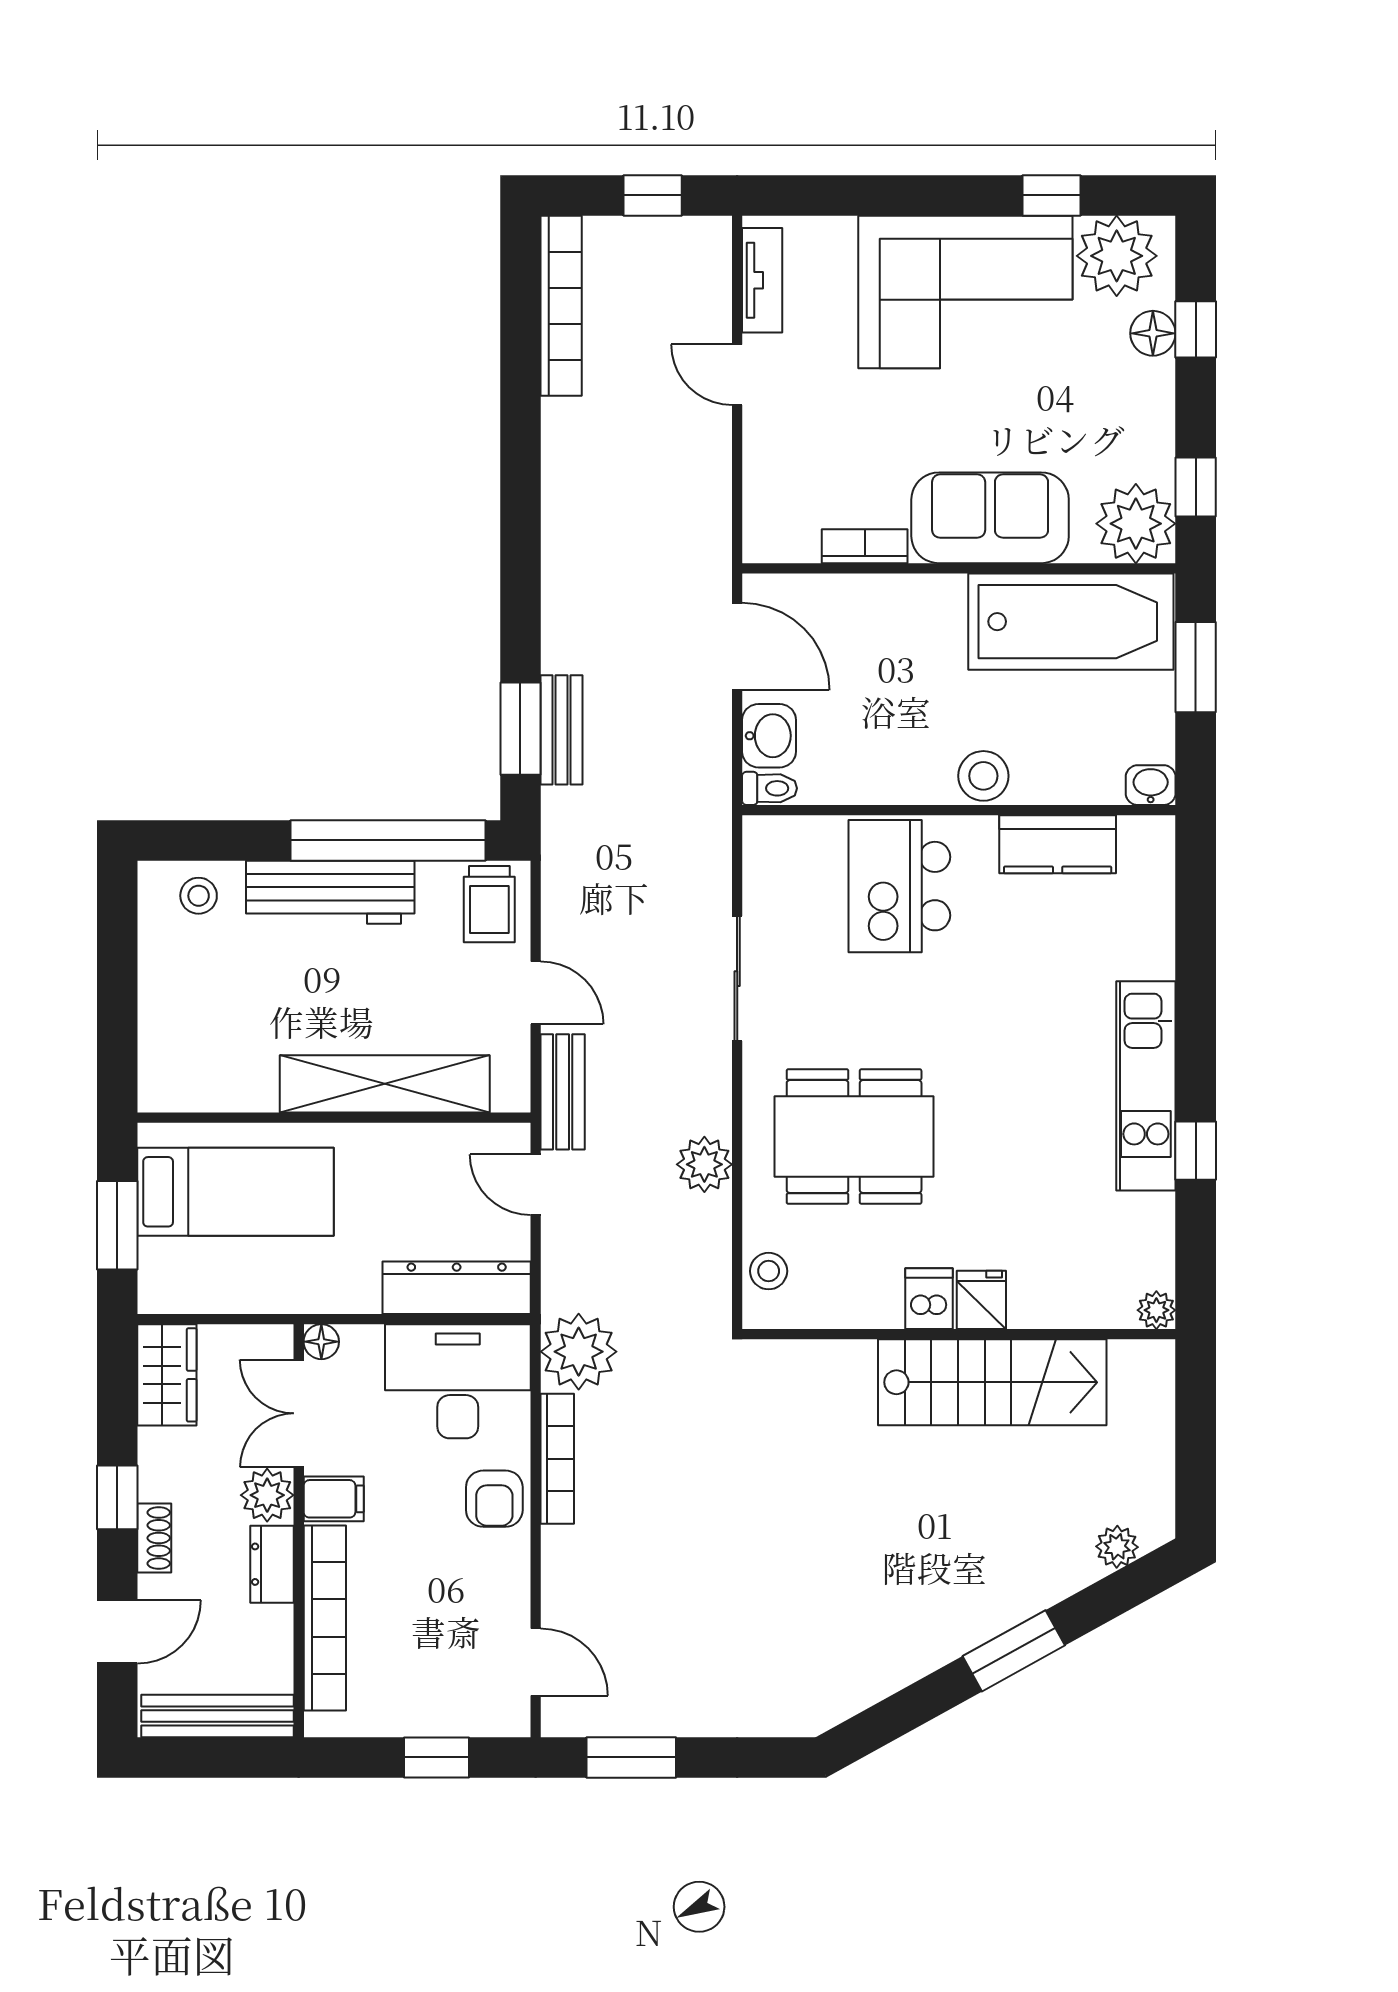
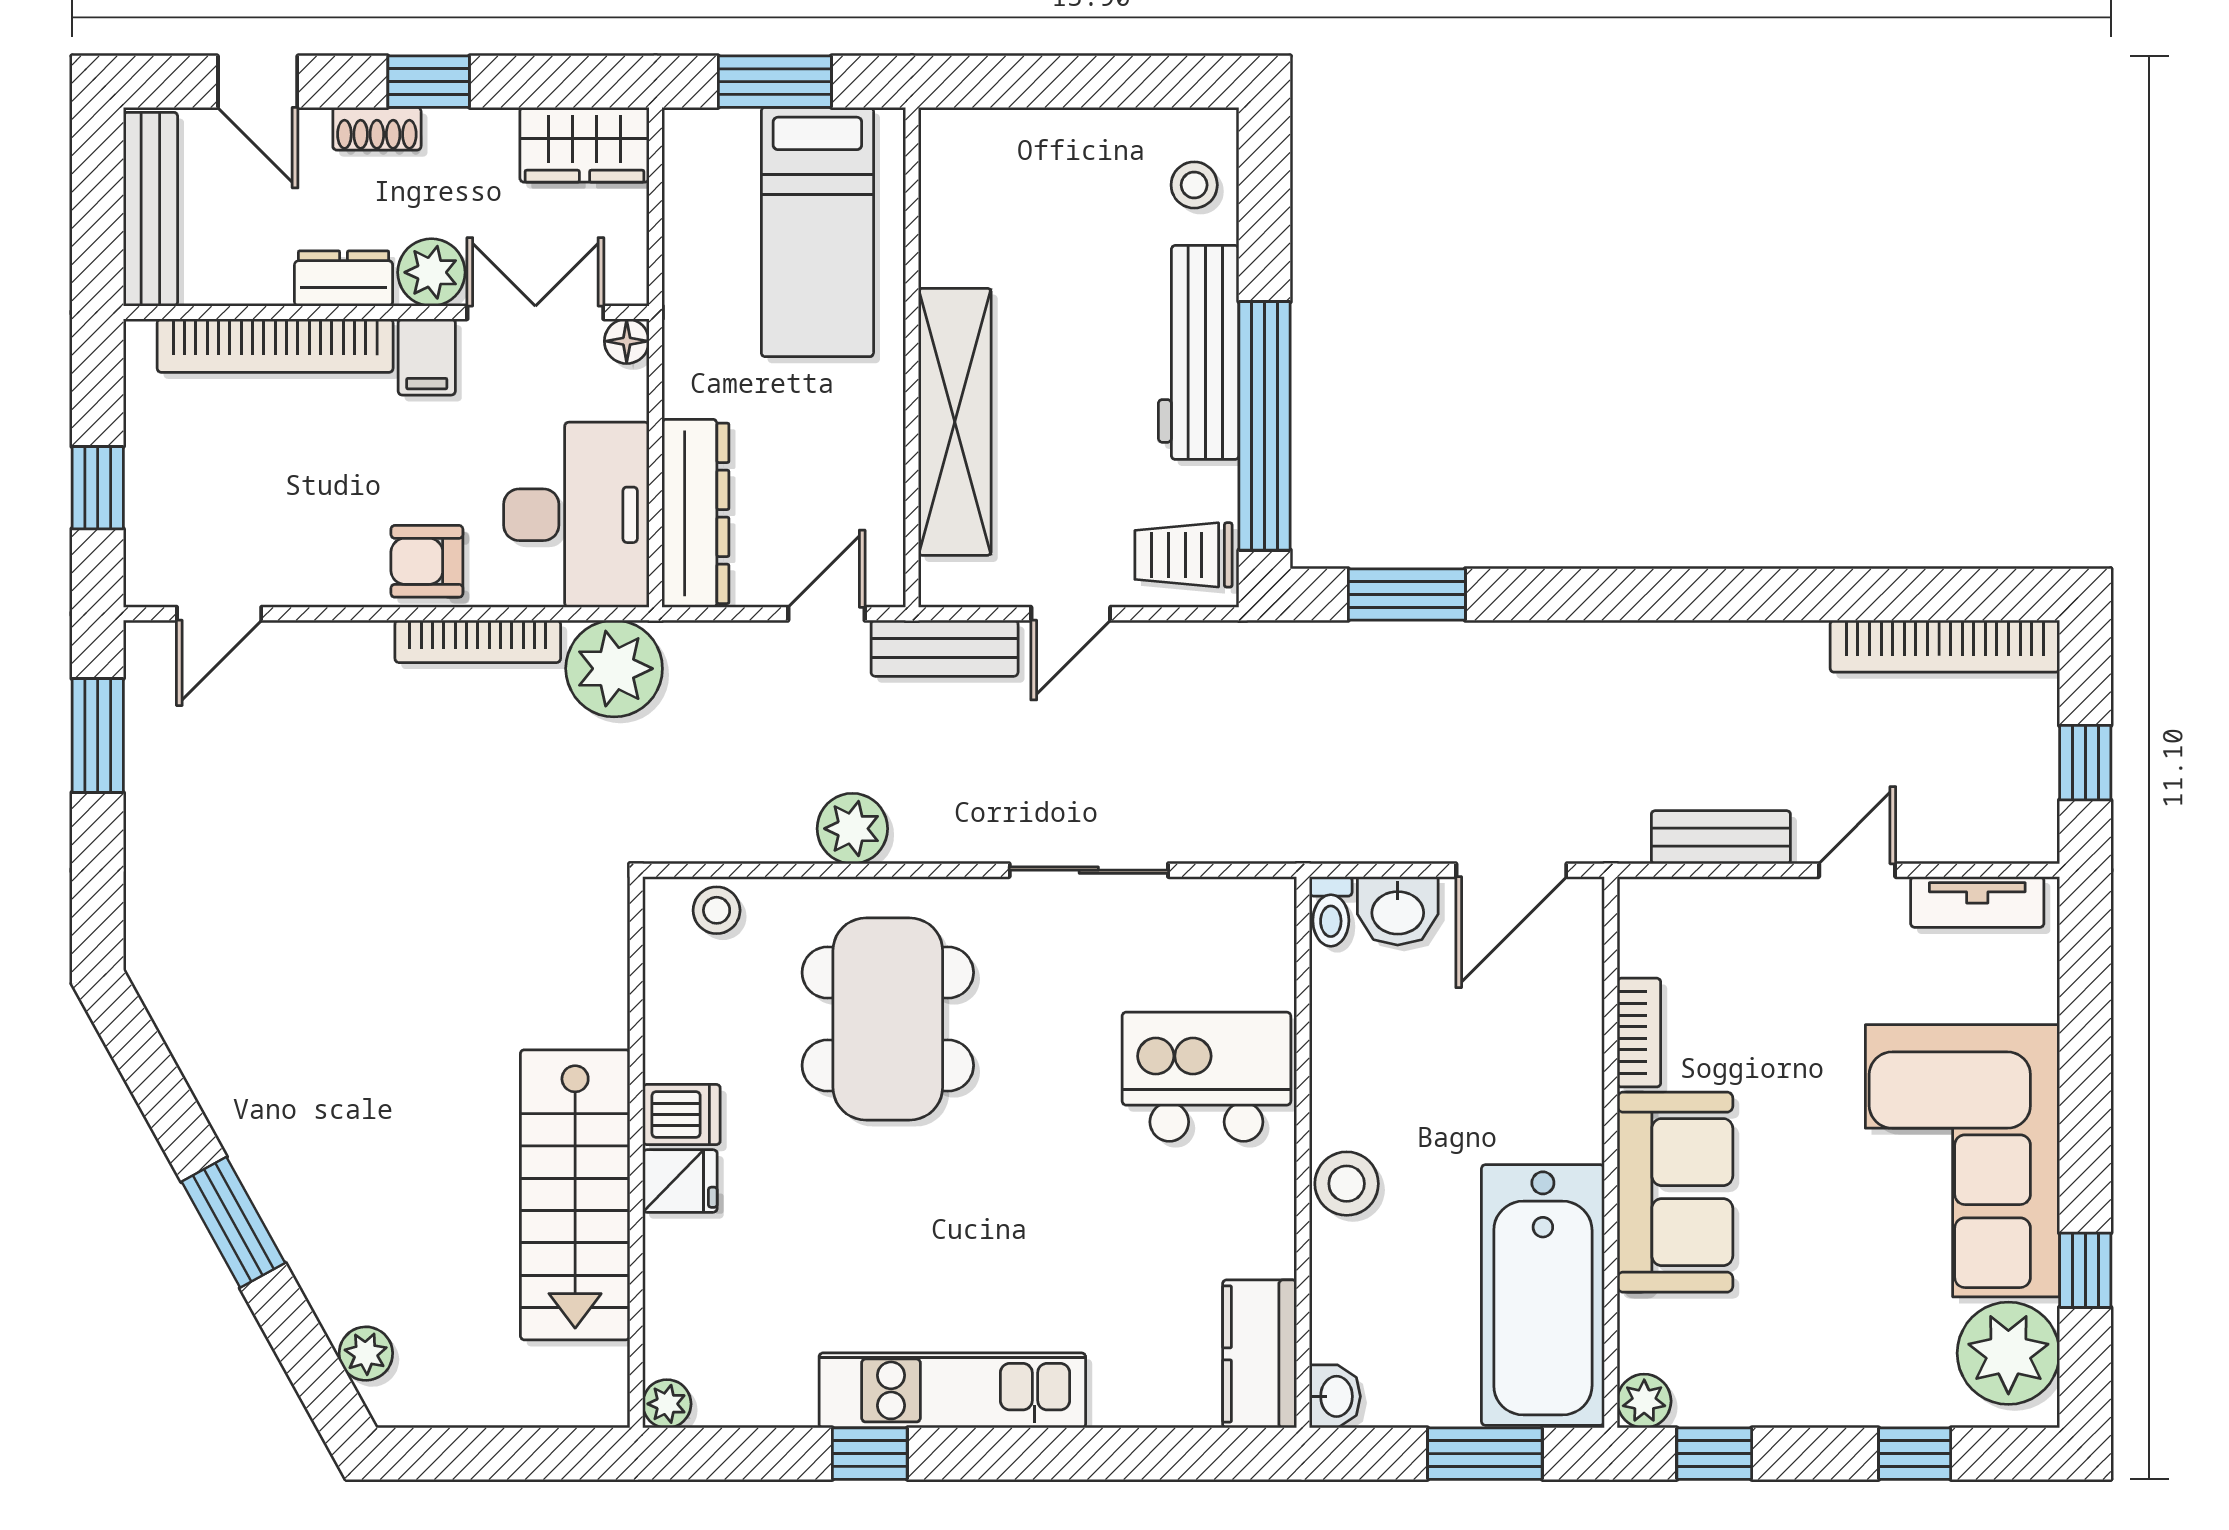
floor lamp: (1153, 333) -> (1910, 1399), removed
plant: (1136, 524) -> (1644, 1401), width x0.53, depth x0.53
bench: (561, 730) -> (1721, 837), moved
kitchen counter: (1058, 844) -> (1260, 1354), moved

